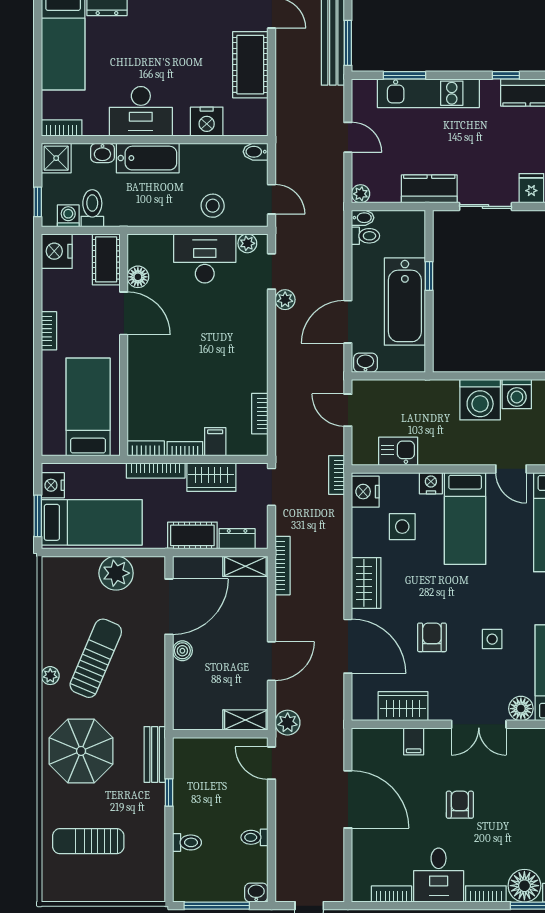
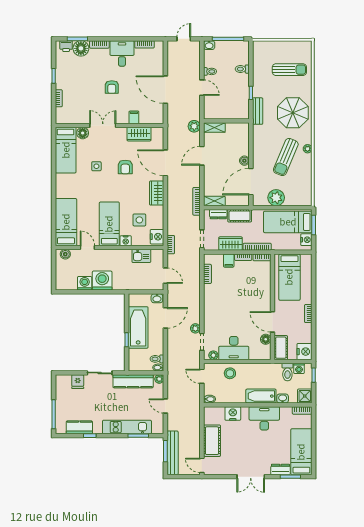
kitchen counter: (429, 189) -> (133, 381), width x1.50
door: (272, 763) -> (202, 88), moved

